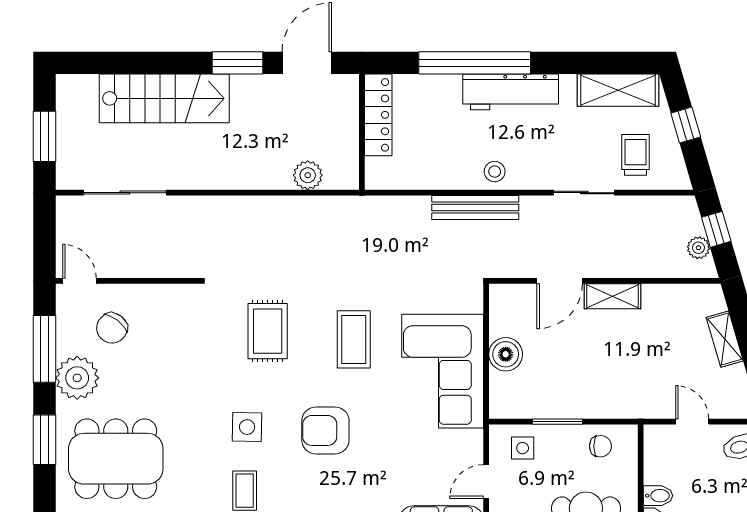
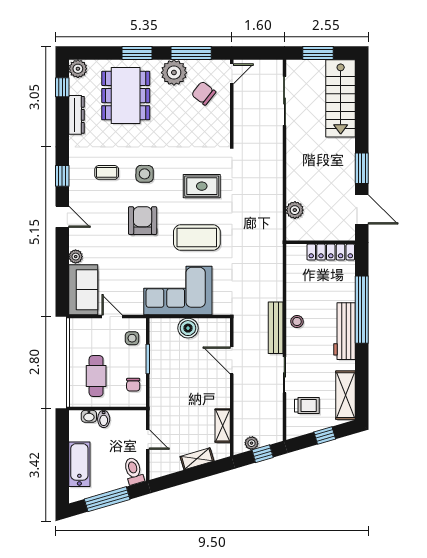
stairs: (164, 98) -> (341, 98), moved
bench: (475, 207) -> (276, 328), moved
shelving: (612, 296) -> (223, 426), moved
coffee table: (354, 339) -> (197, 237), width x1.36, depth x1.32
door: (692, 422) -> (148, 439), hinge flipped

